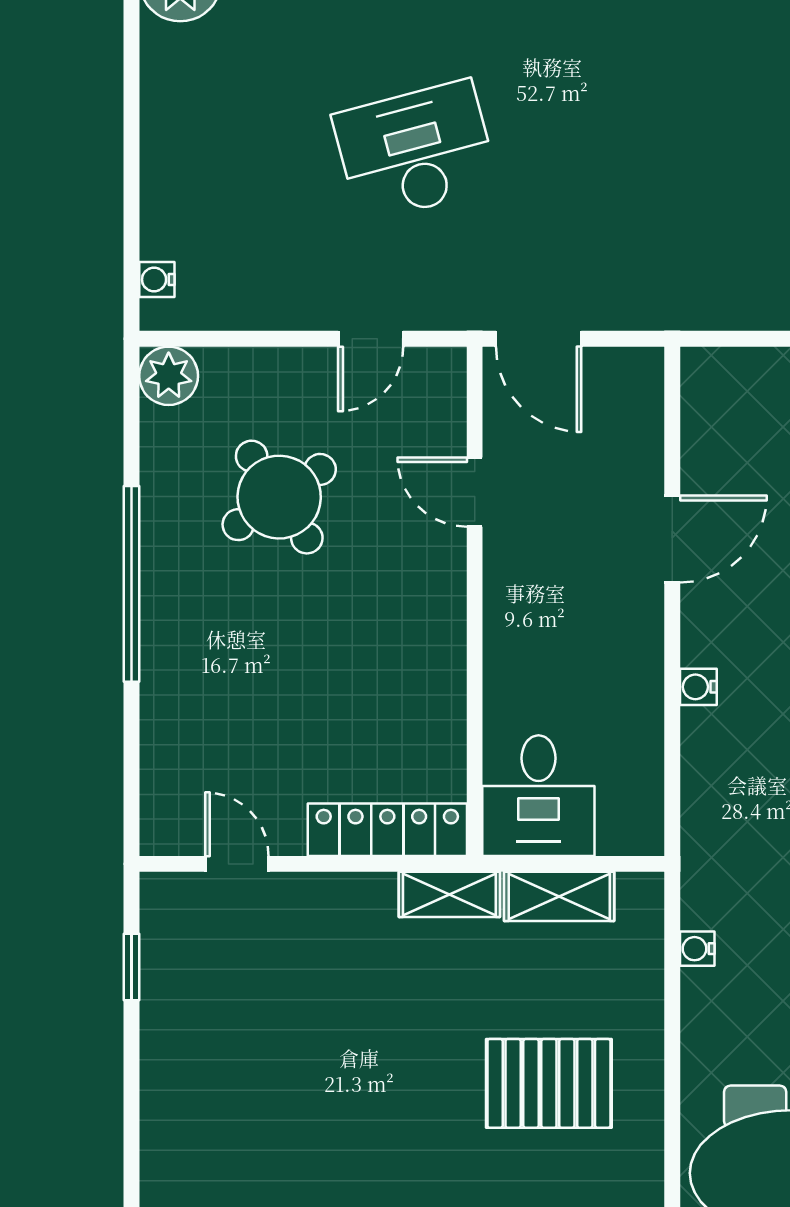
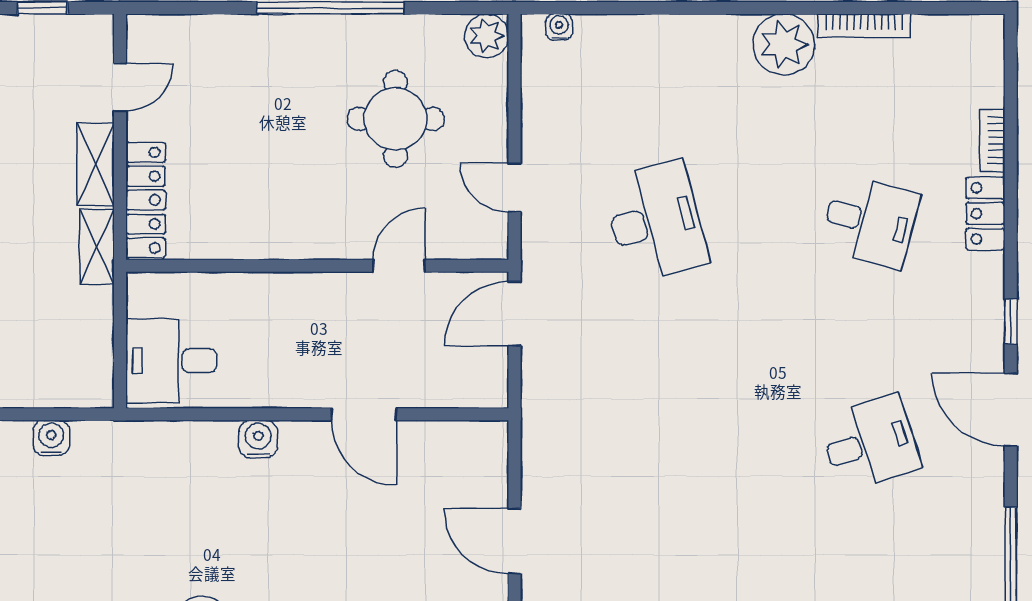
round table: (279, 497) -> (396, 119), turned 34
water cooler: (698, 687) -> (258, 439), width x1.38, depth x1.38
desk: (538, 796) -> (171, 361), moved
shelving: (559, 896) -> (95, 164), moved
water cooler: (697, 949) -> (51, 438), width x1.38, depth x1.38

